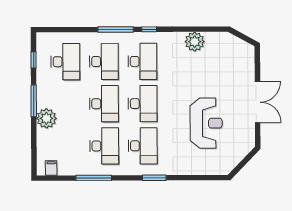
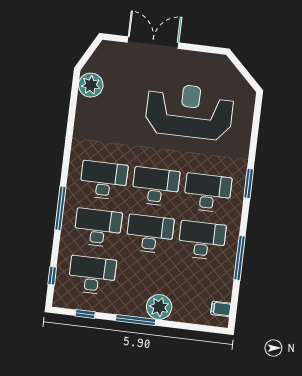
window: (149, 29) -> (52, 276), moved
plant: (195, 42) -> (91, 85), moved
double door: (258, 102) -> (153, 43), moved
reception desk: (206, 123) -> (189, 111), width x1.36, depth x1.30

